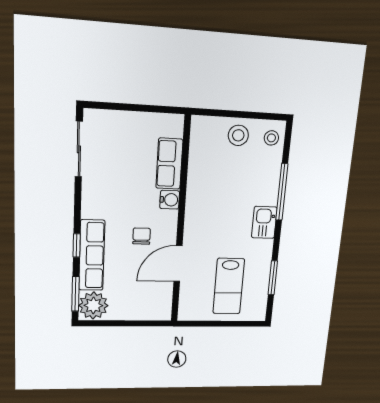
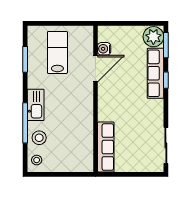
stool: (238, 135) -> (39, 138), moved
row of seats: (169, 164) -> (106, 147), width x1.48
water cooler: (170, 200) -> (104, 49), moved
kitchen sink: (264, 222) -> (36, 105), width x1.38
chair: (142, 236) -> (122, 88), removed

